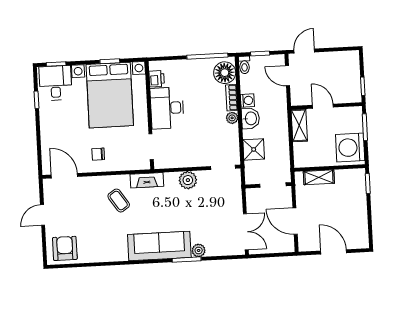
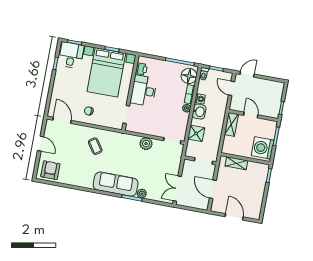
fireplace: (147, 180) -> (118, 137), removed
door: (43, 215) -> (41, 144), swing flipped
double door: (246, 232) -> (177, 189), swing flipped

